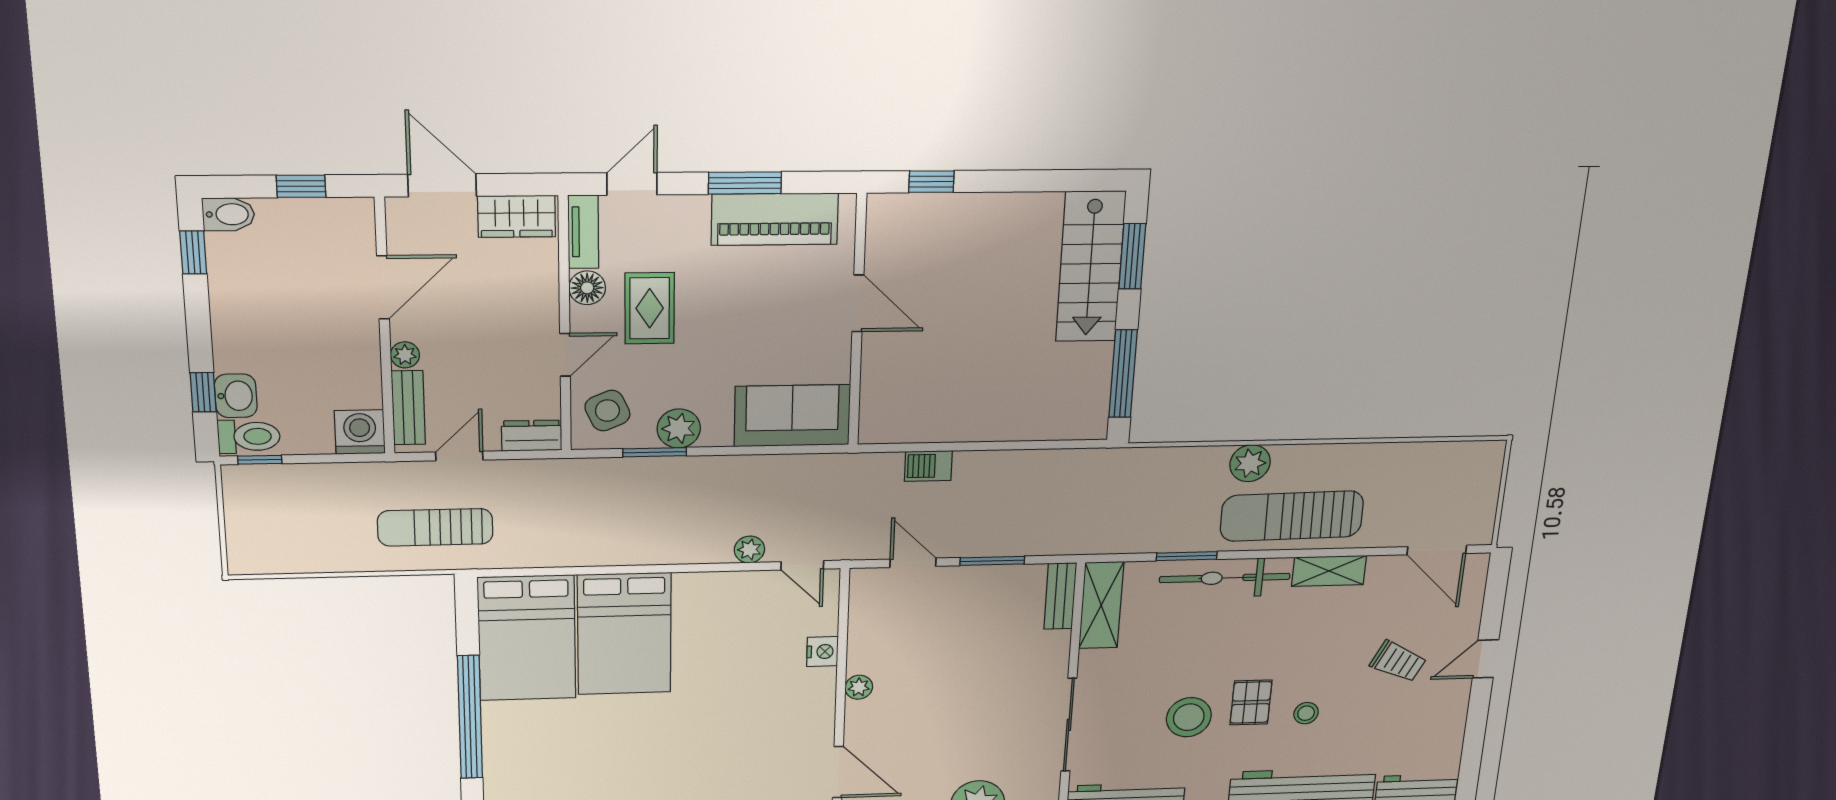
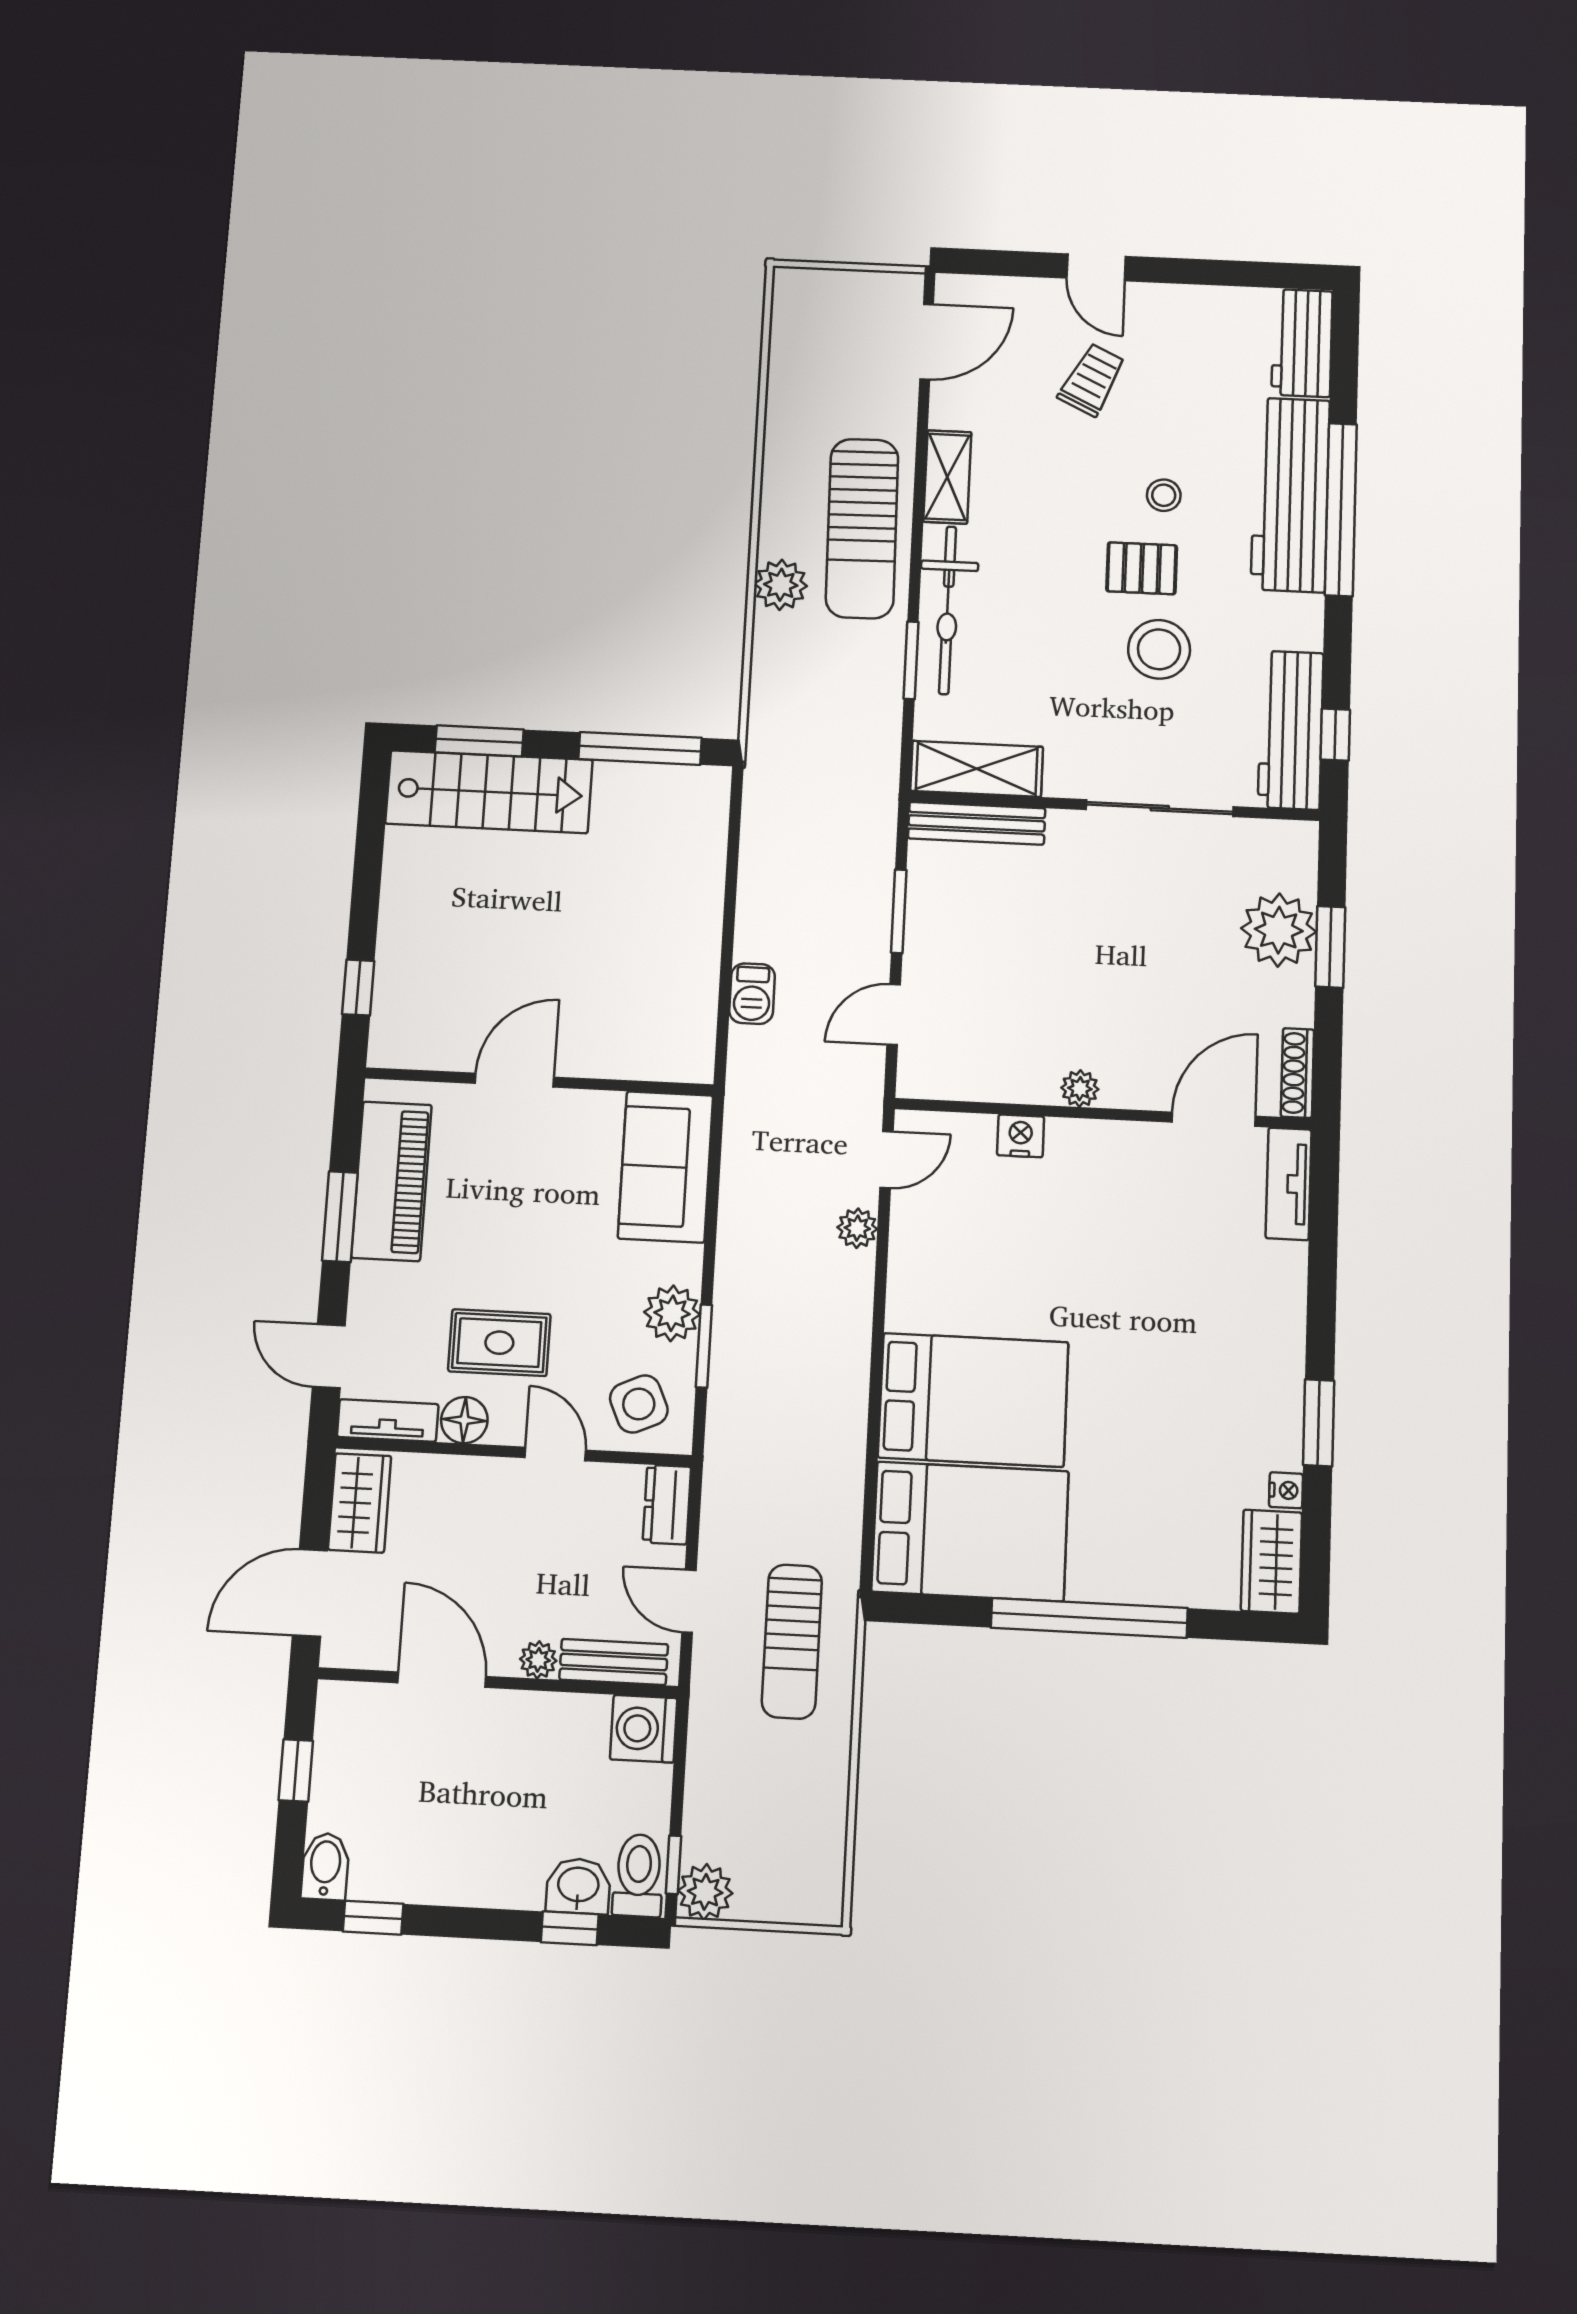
plant: (242, 483) -> (705, 1892), added
bench: (1060, 596) -> (977, 823), width x1.36

